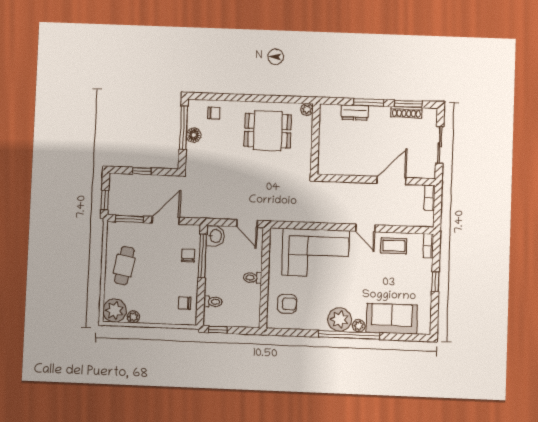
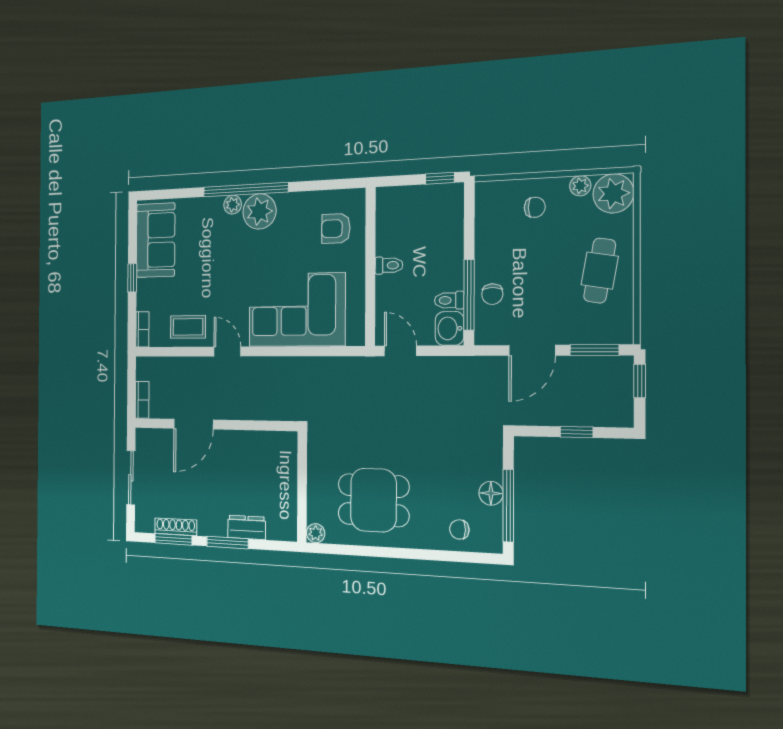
toilet: (213, 302) -> (449, 300), moved
chair: (185, 303) -> (535, 207), moved
sofa: (392, 319) -> (156, 240), moved, turned -90

